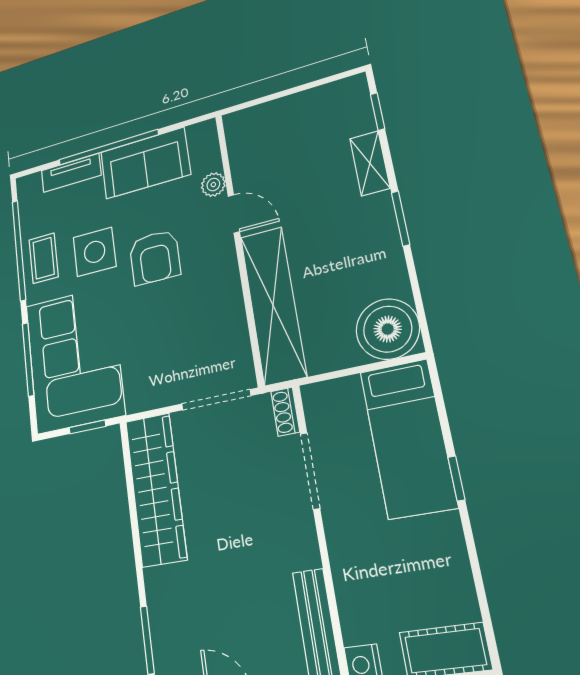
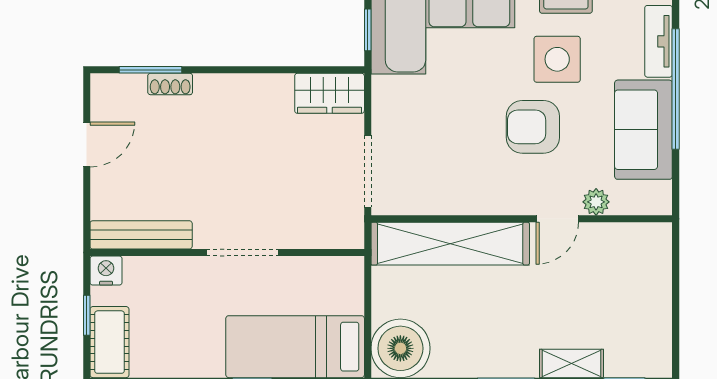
shoe rack: (285, 412) -> (170, 84), moved, turned 180
doorway: (310, 471) -> (242, 253), moved
wardrobe: (156, 489) -> (330, 93), width x0.48, depth x0.85

